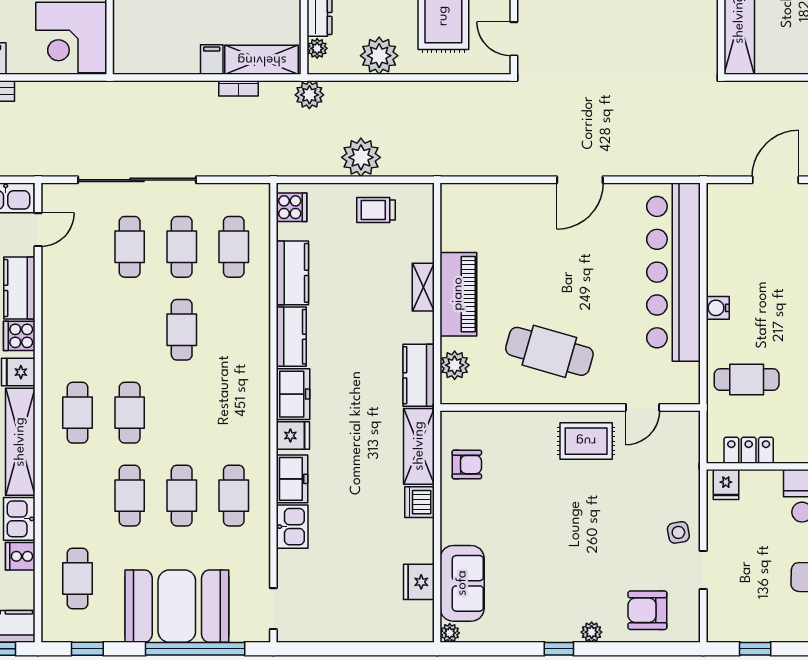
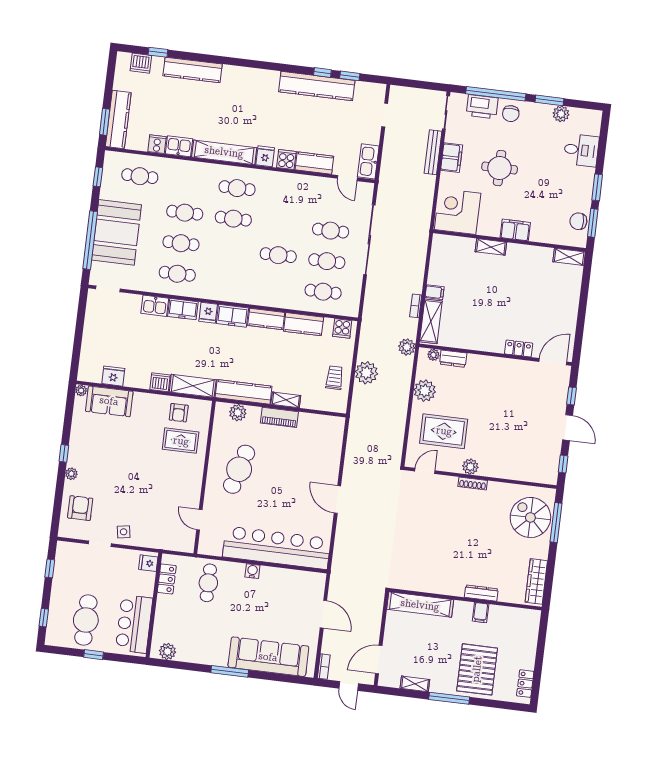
piano: (458, 294) -> (279, 417), width x0.73, depth x0.75
kitchen counter: (419, 375) -> (244, 392), width x1.50
rug: (586, 441) -> (181, 441), moved, turned 90

